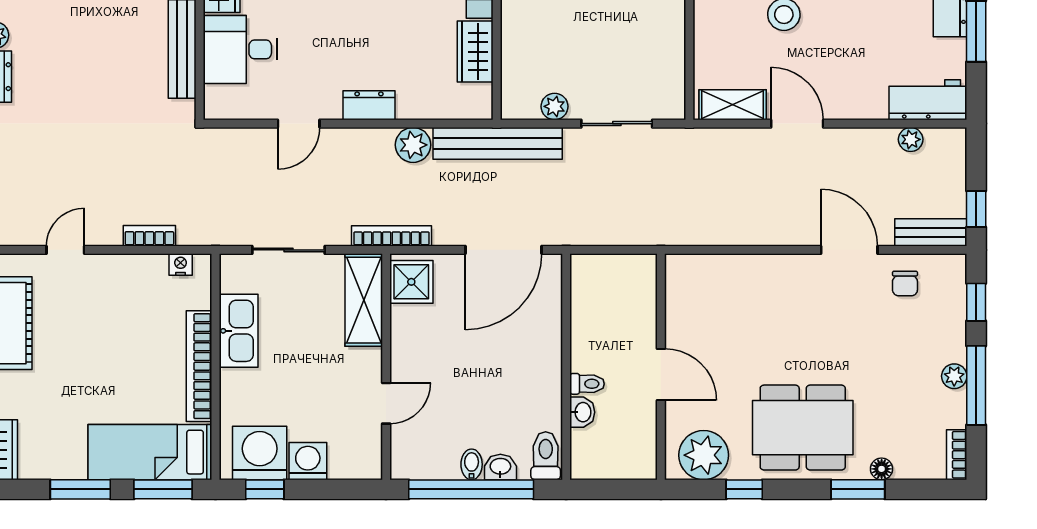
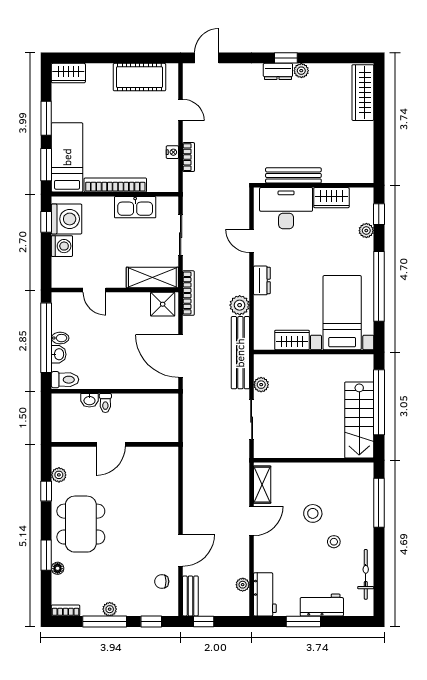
desk: (240, 49) -> (286, 208), width x1.37
nightstand: (181, 265) -> (172, 152), moved
plant: (704, 455) -> (59, 475), width x0.53, depth x0.53

